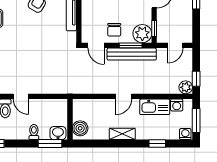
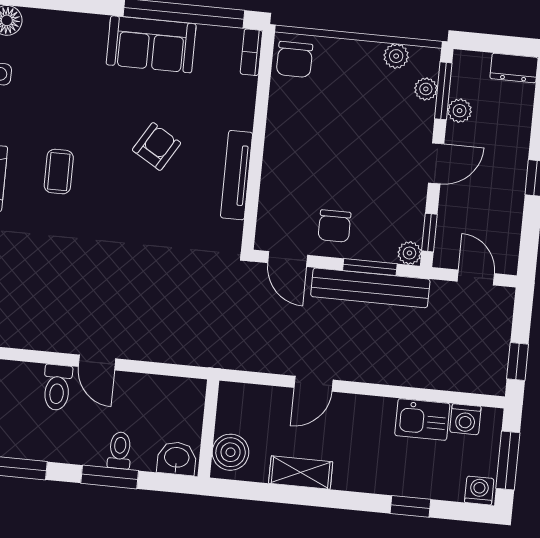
plant: (142, 34) -> (409, 253), width x0.53, depth x0.53
door: (175, 45) -> (476, 277), swing flipped
plant: (186, 87) -> (491, 379), removed
door: (124, 96) -> (313, 384), moved
kitchen sink: (155, 107) -> (422, 419), width x0.73
shelving: (122, 134) -> (301, 473), moved
window: (50, 144) -> (110, 477), moved

